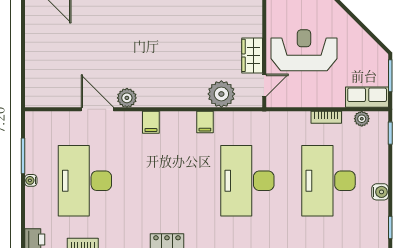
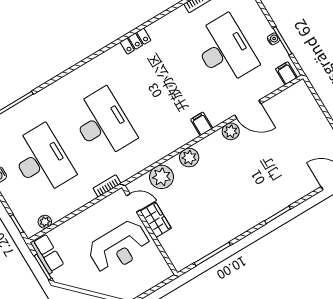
door: (264, 85) -> (133, 203), swing flipped
plant: (183, 97) -> (189, 158), added
row of seats: (367, 97) -> (47, 254), moved, turned -90
bookcase: (326, 117) -> (107, 186), moved
filing cabinet: (205, 122) -> (286, 73), moved
water cooler: (31, 180) -> (273, 39), moved

